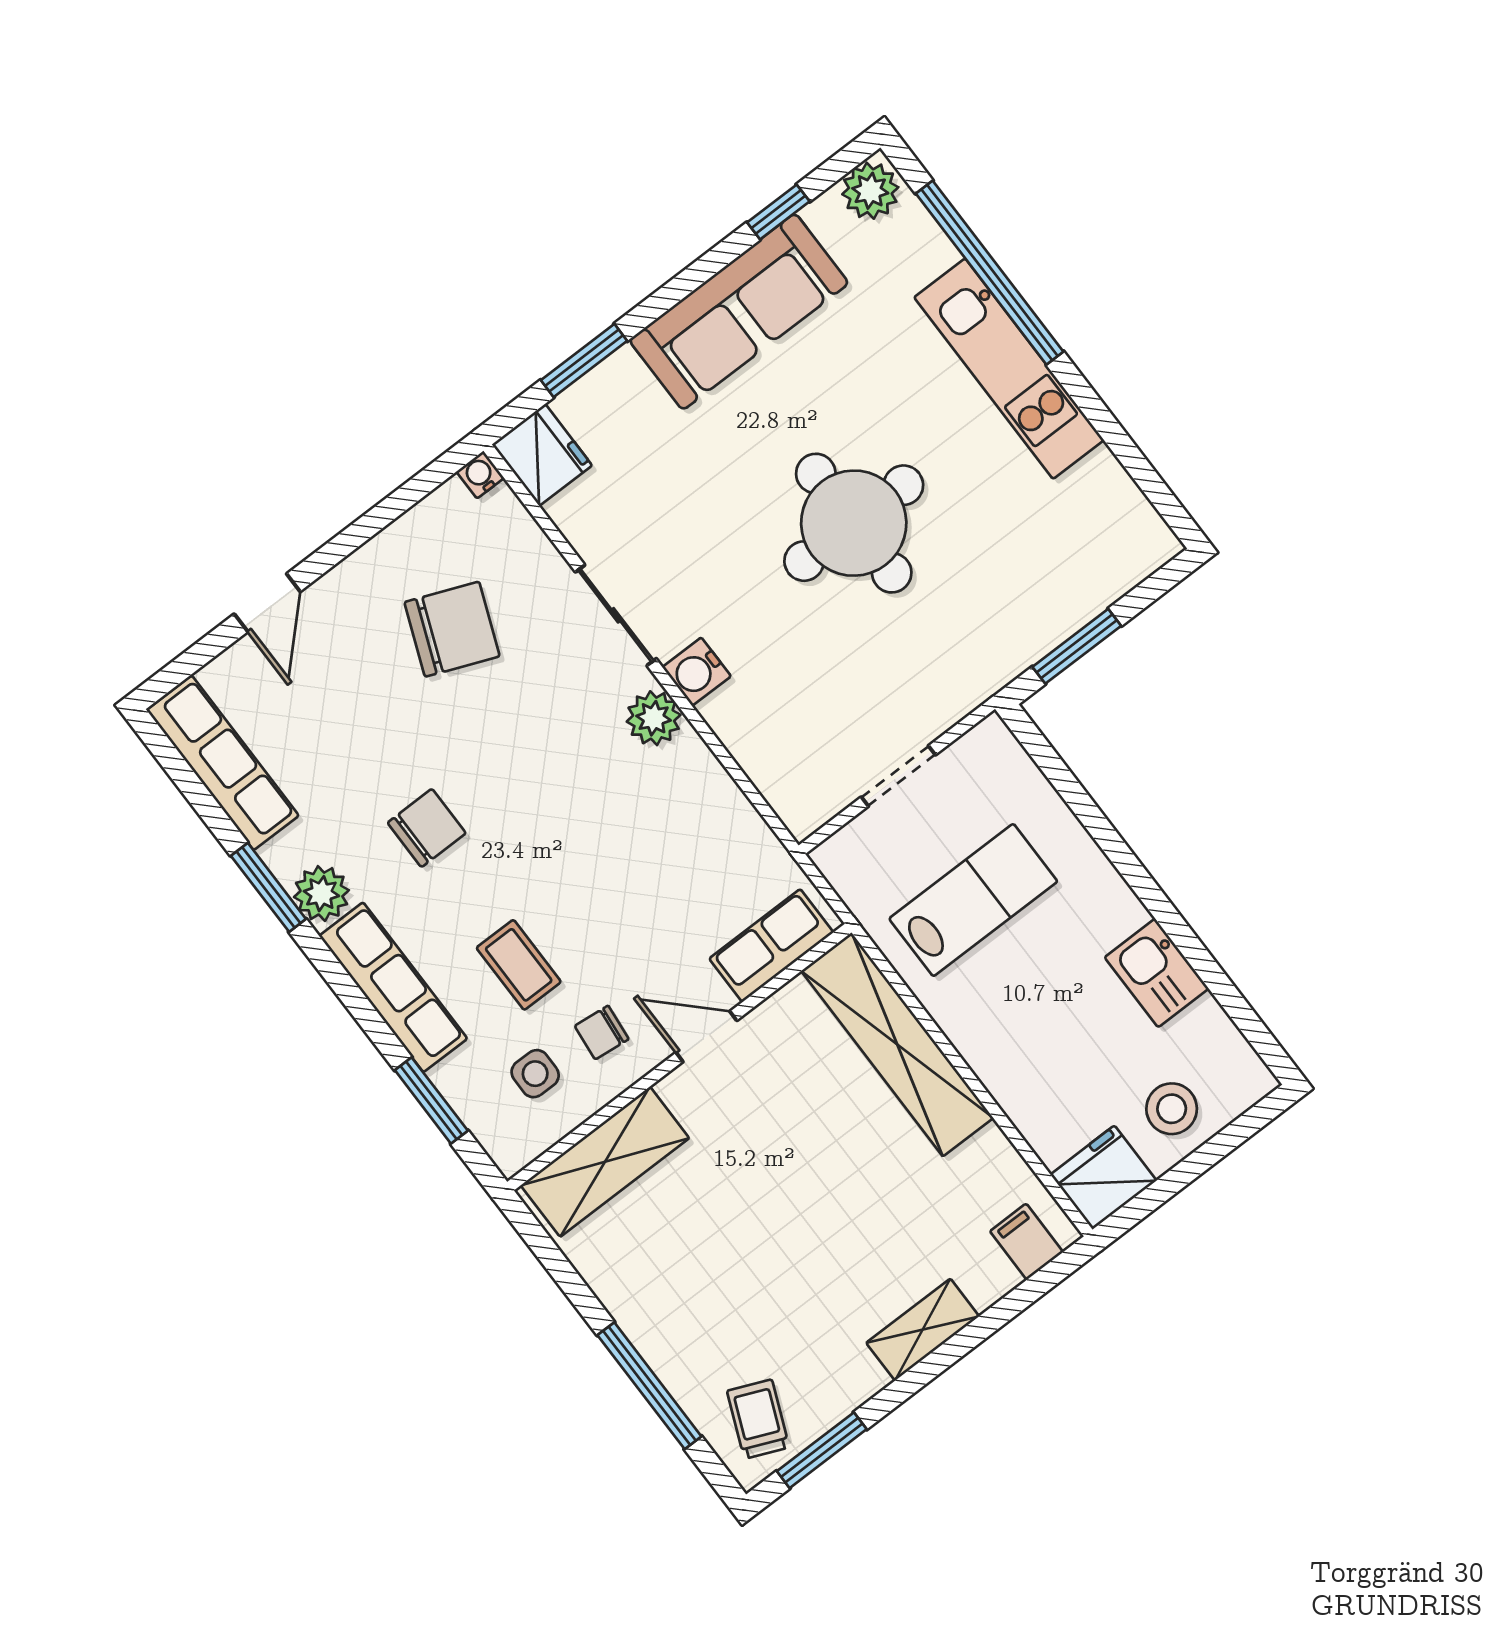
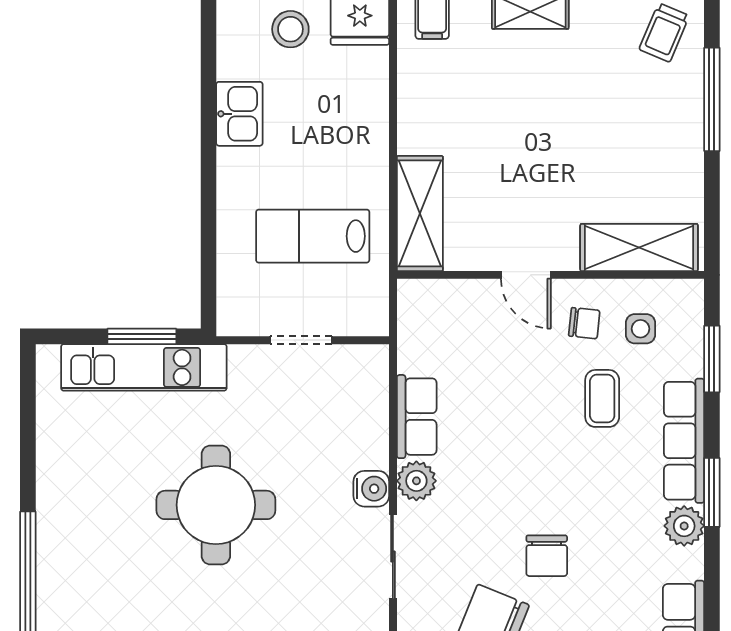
kitchen unit: (1009, 369) -> (144, 367), moved, turned 90
chair: (427, 828) -> (547, 556), moved, turned -90
window: (268, 887) -> (712, 492), moved
row of seats: (771, 946) -> (417, 417), moved, turned -90
shelving: (897, 1044) -> (420, 213), width x0.68

